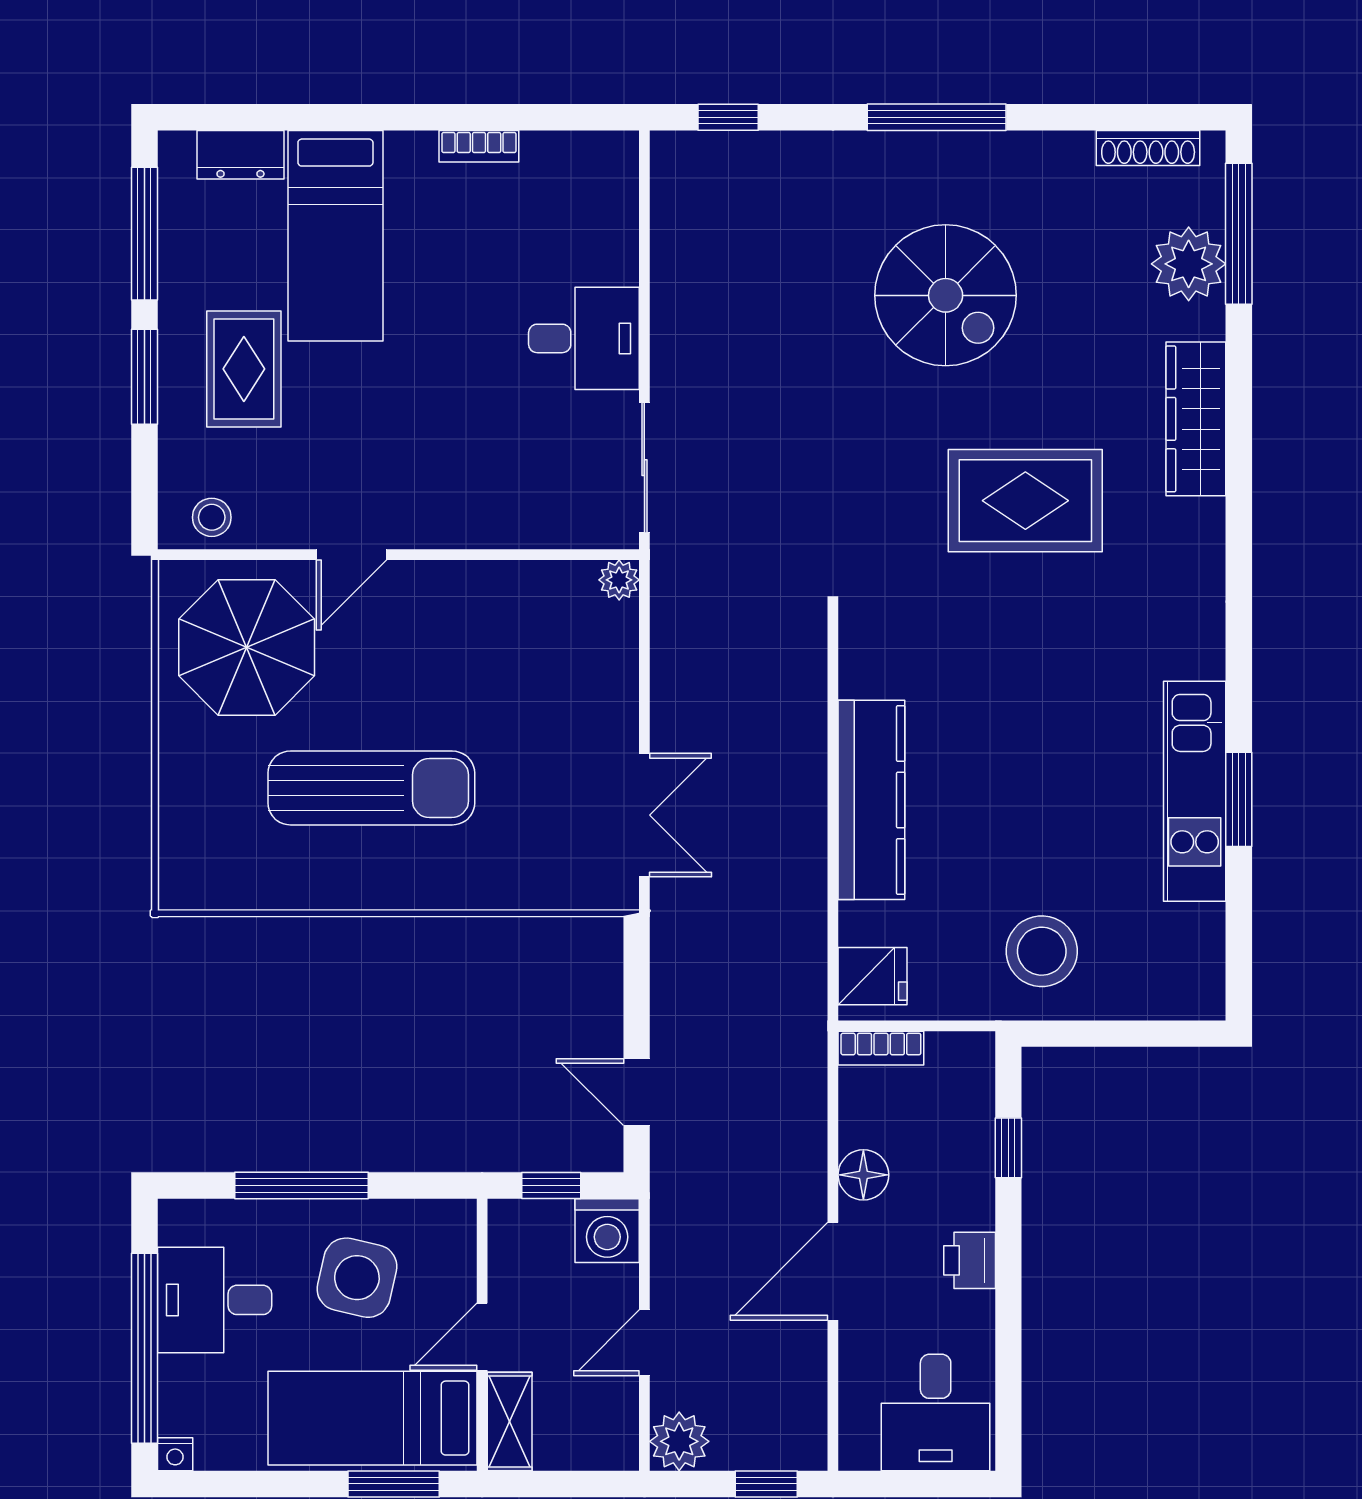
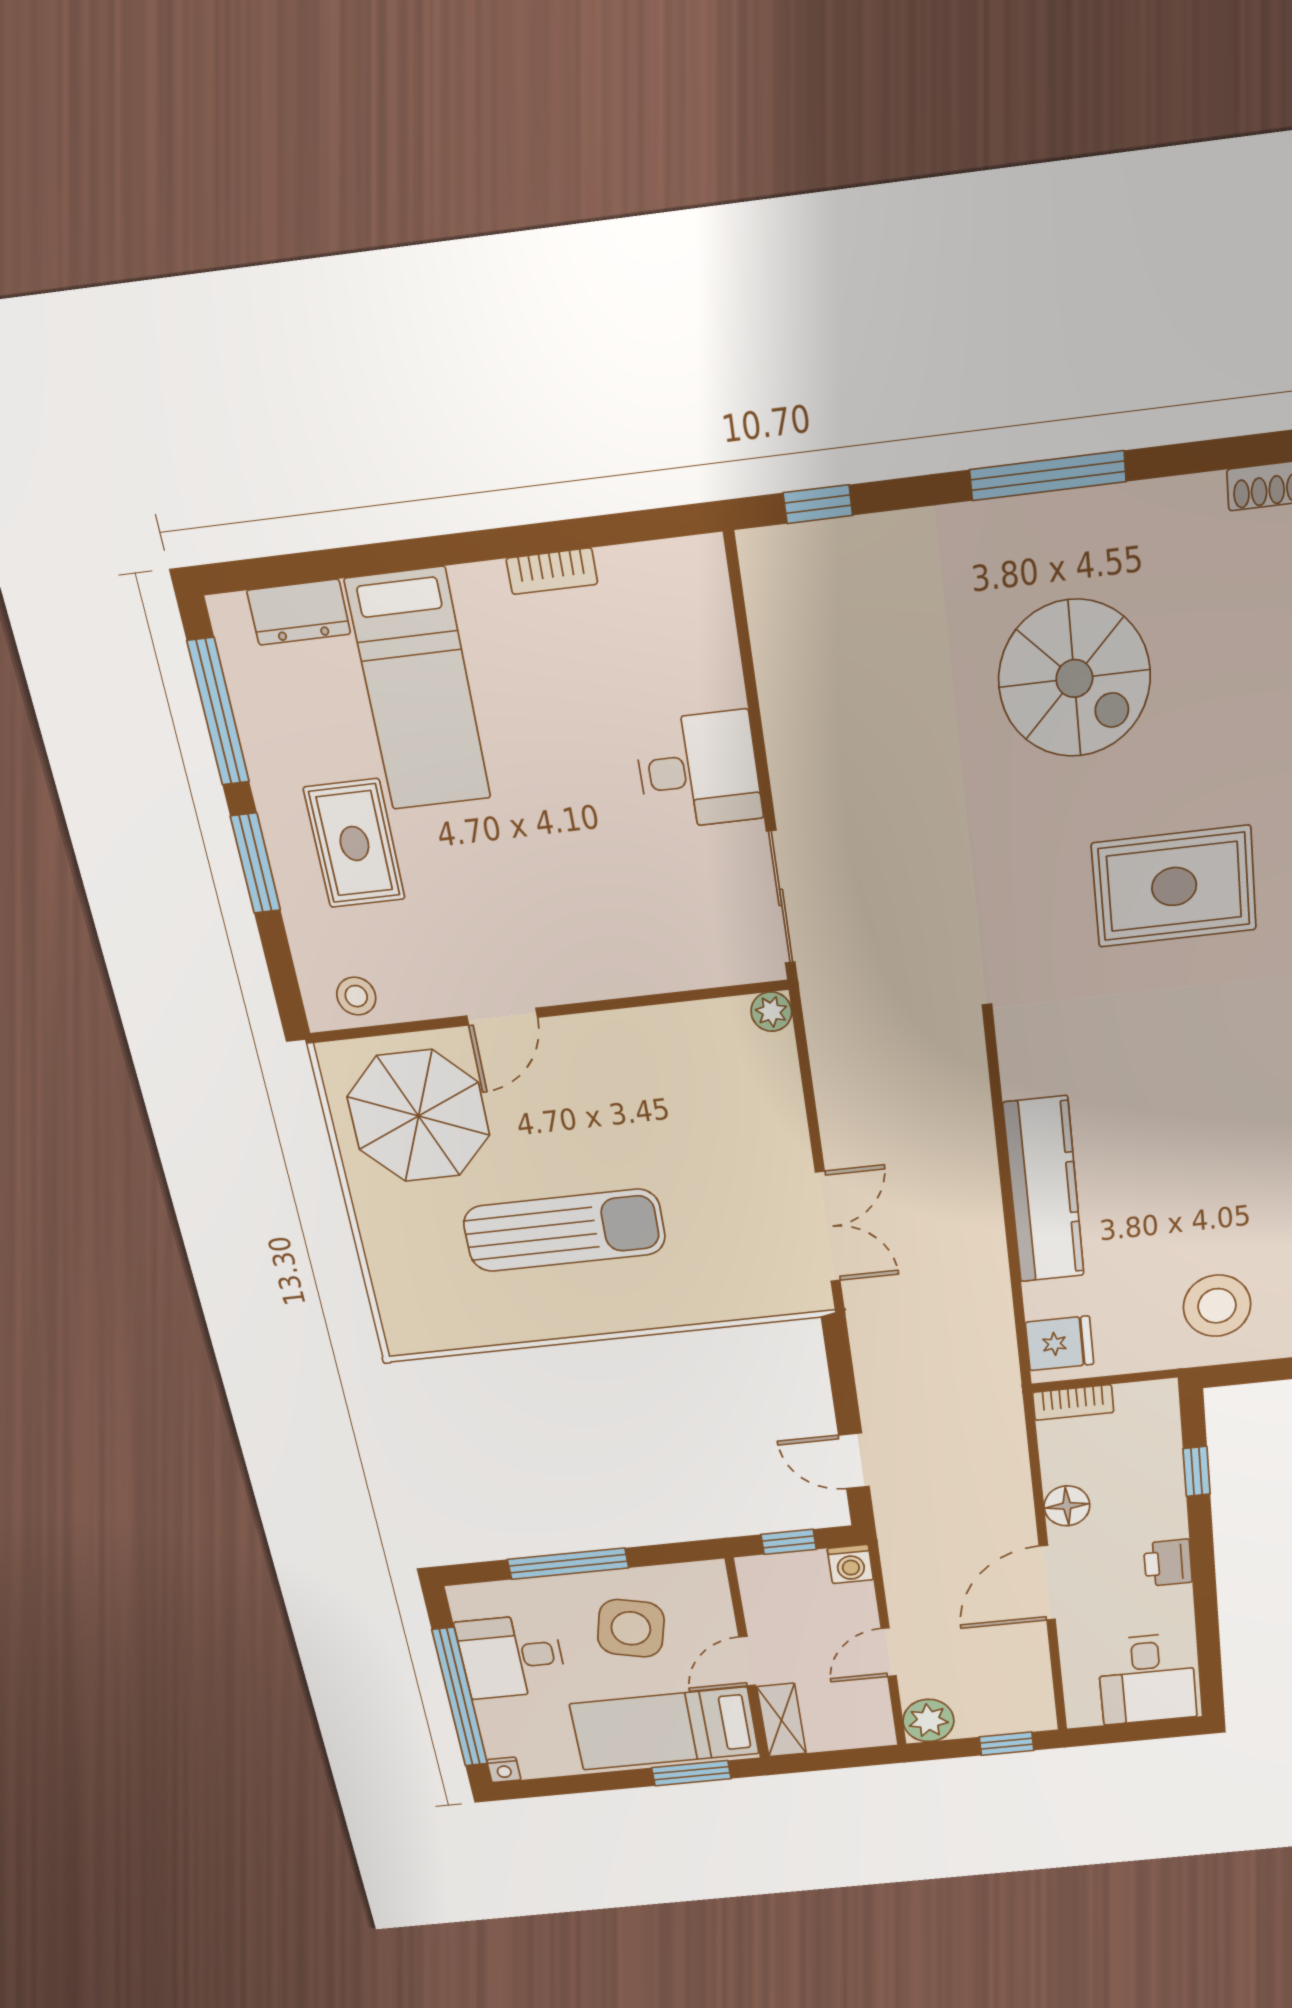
washing machine: (607, 1231) -> (850, 1564), width x0.73, depth x0.73

